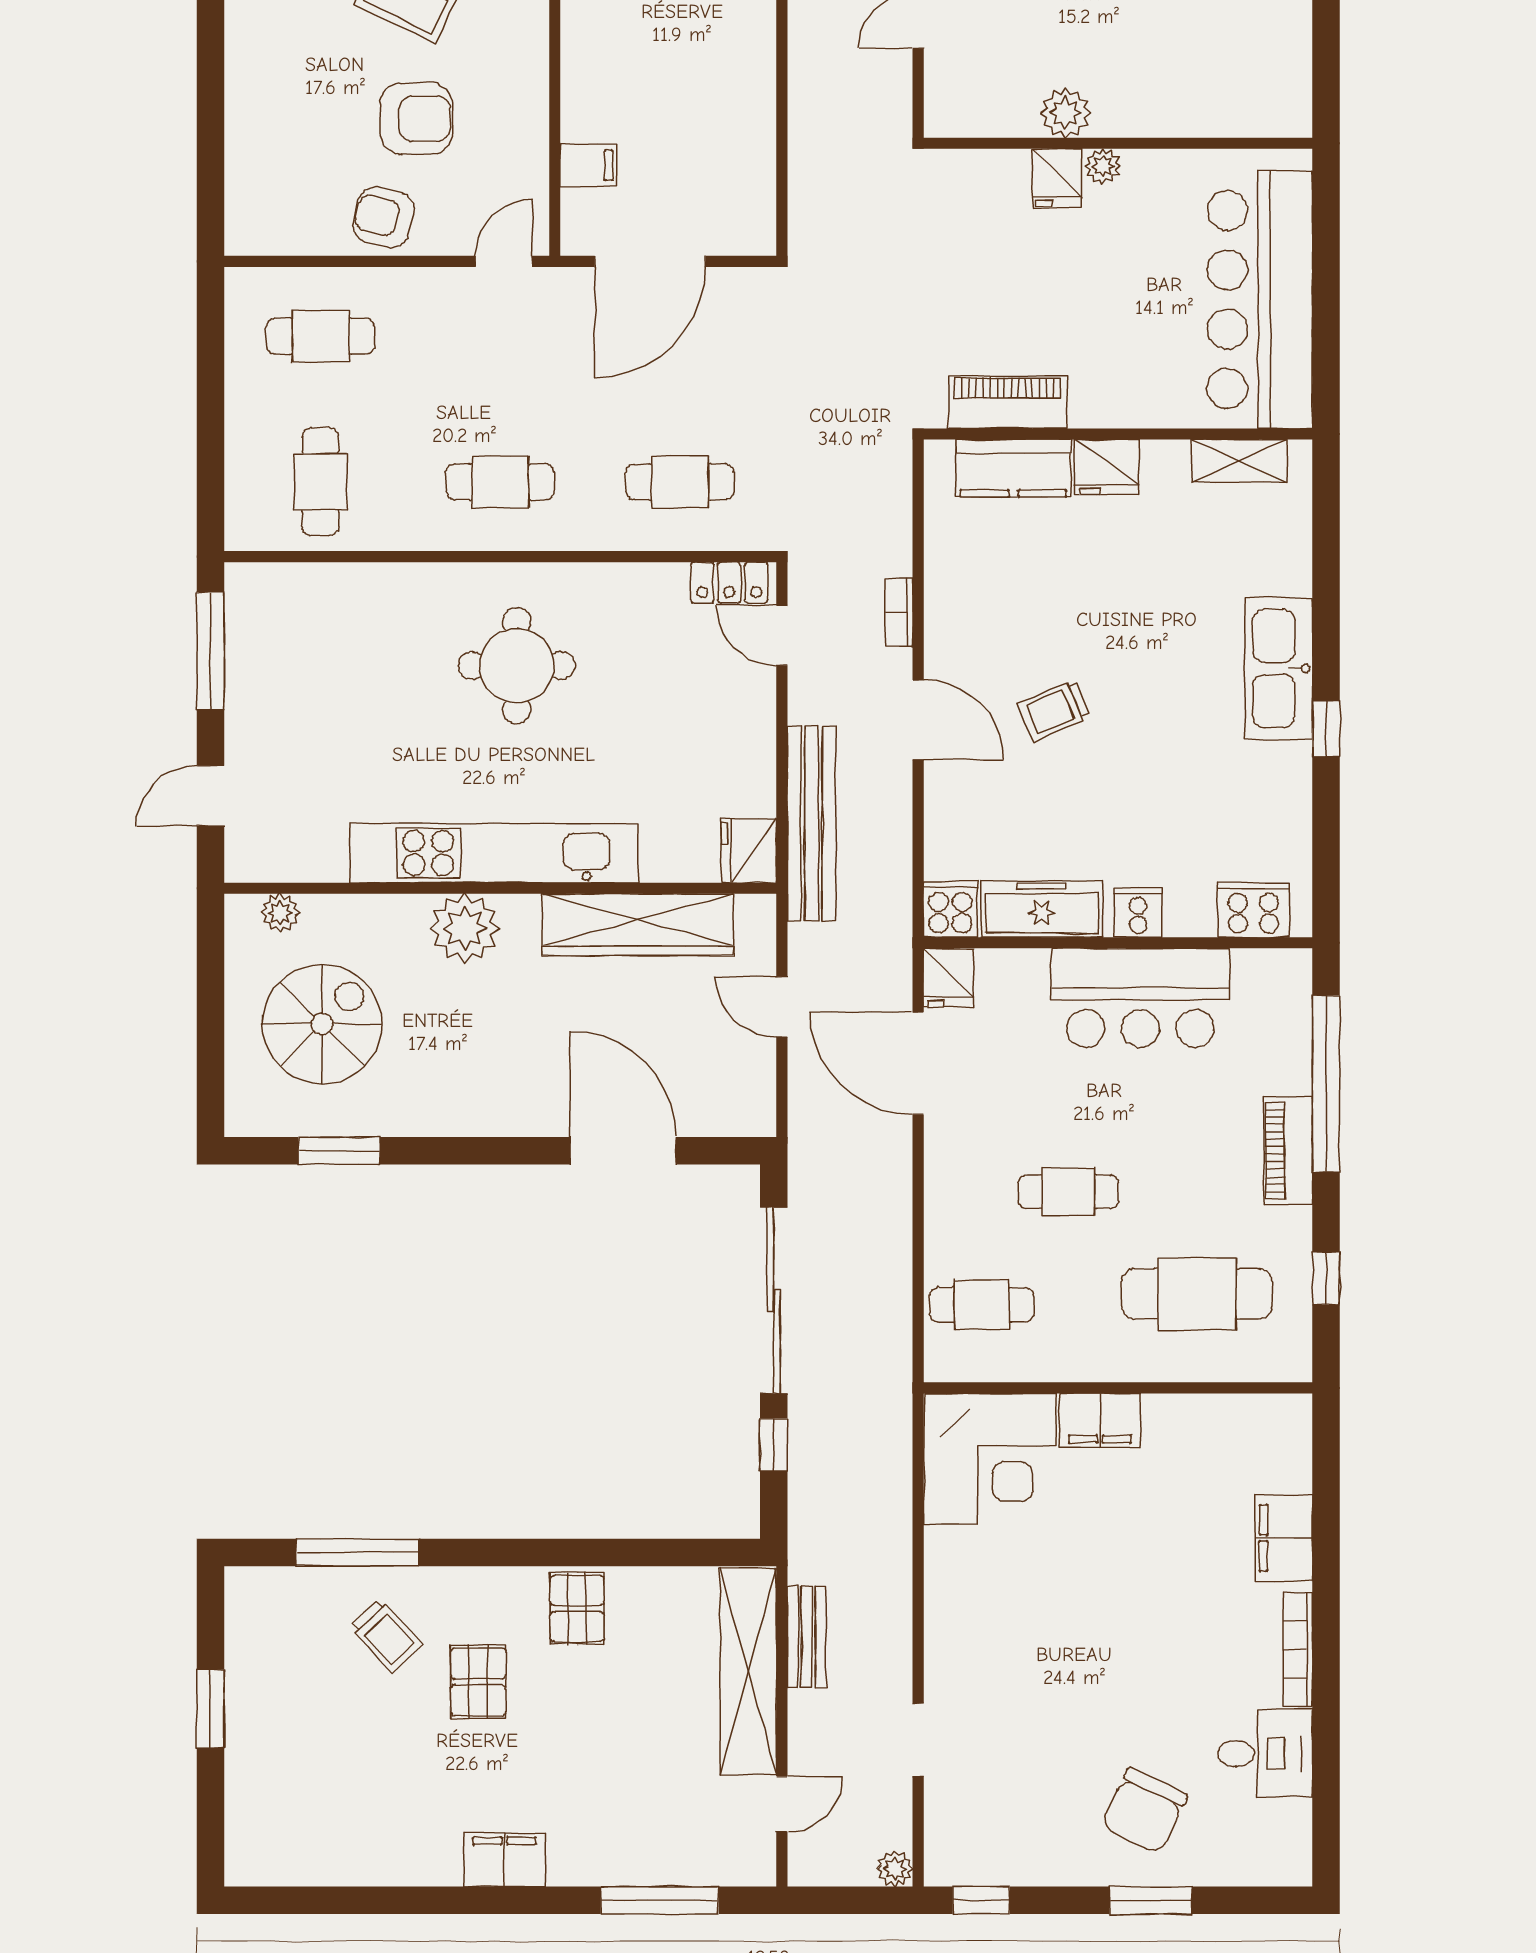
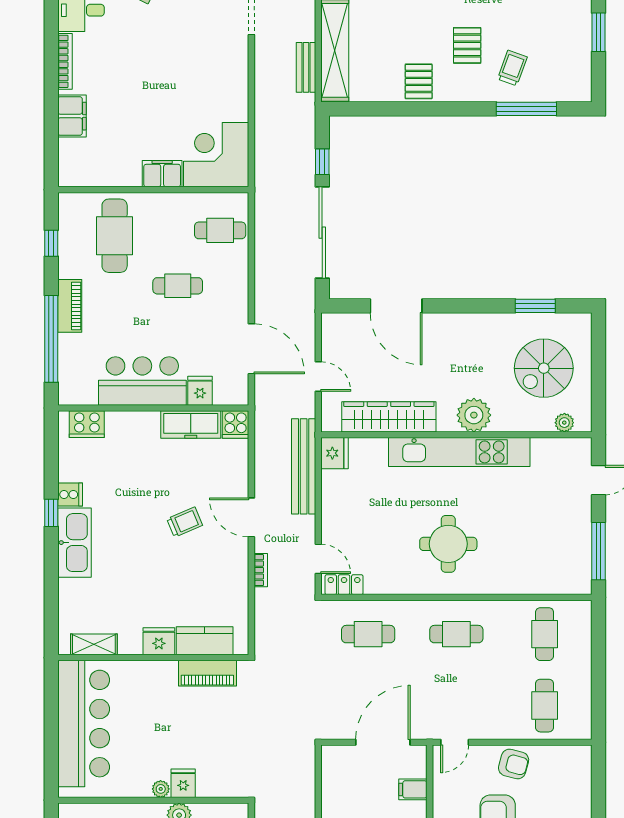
cafe table: (320, 336) -> (545, 706), turned 90
cooker: (1138, 912) -> (70, 494), moved, turned -90
fridge: (948, 978) -> (200, 391), moved
cafe table: (1197, 1294) -> (115, 236), turned 90
trolley: (386, 1636) -> (512, 68), turned 63

